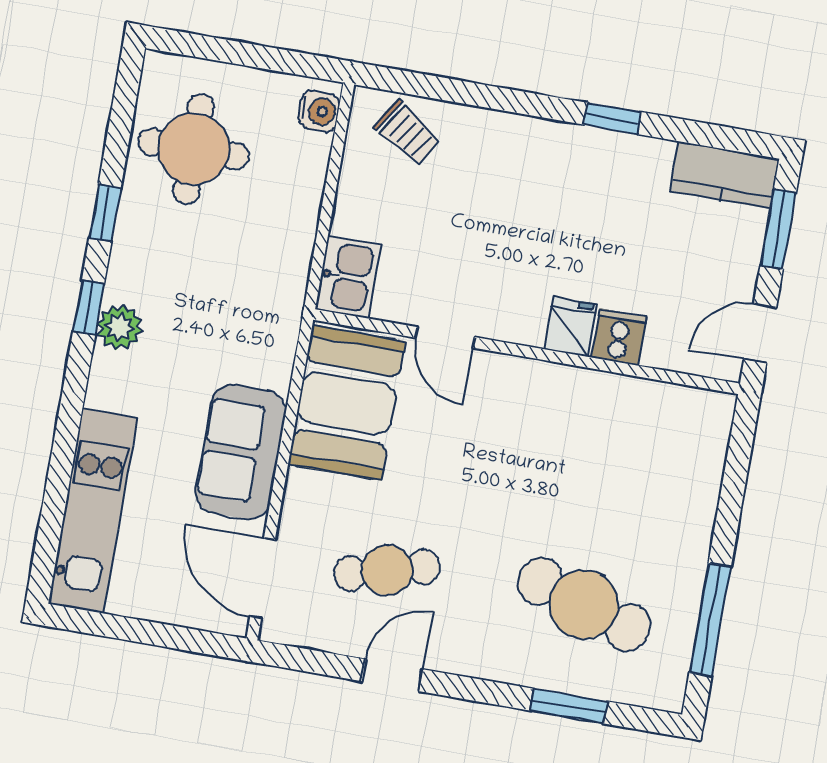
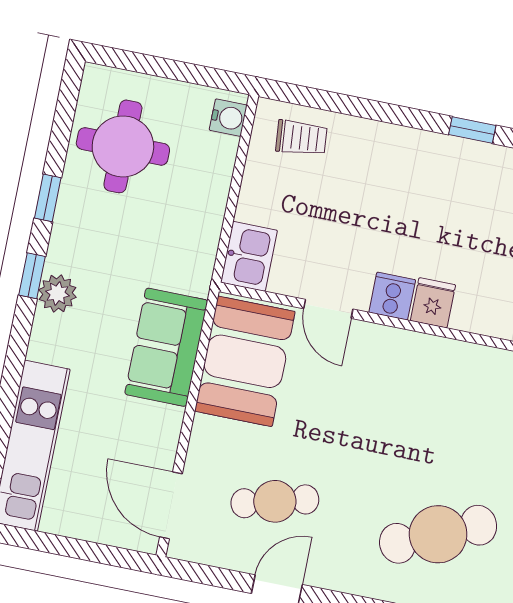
trolley: (407, 133) -> (301, 138), turned -38
cooker: (619, 337) -> (392, 296), moved
sofa: (241, 452) -> (166, 347), moved
cafe table: (584, 604) -> (438, 534), turned -42

